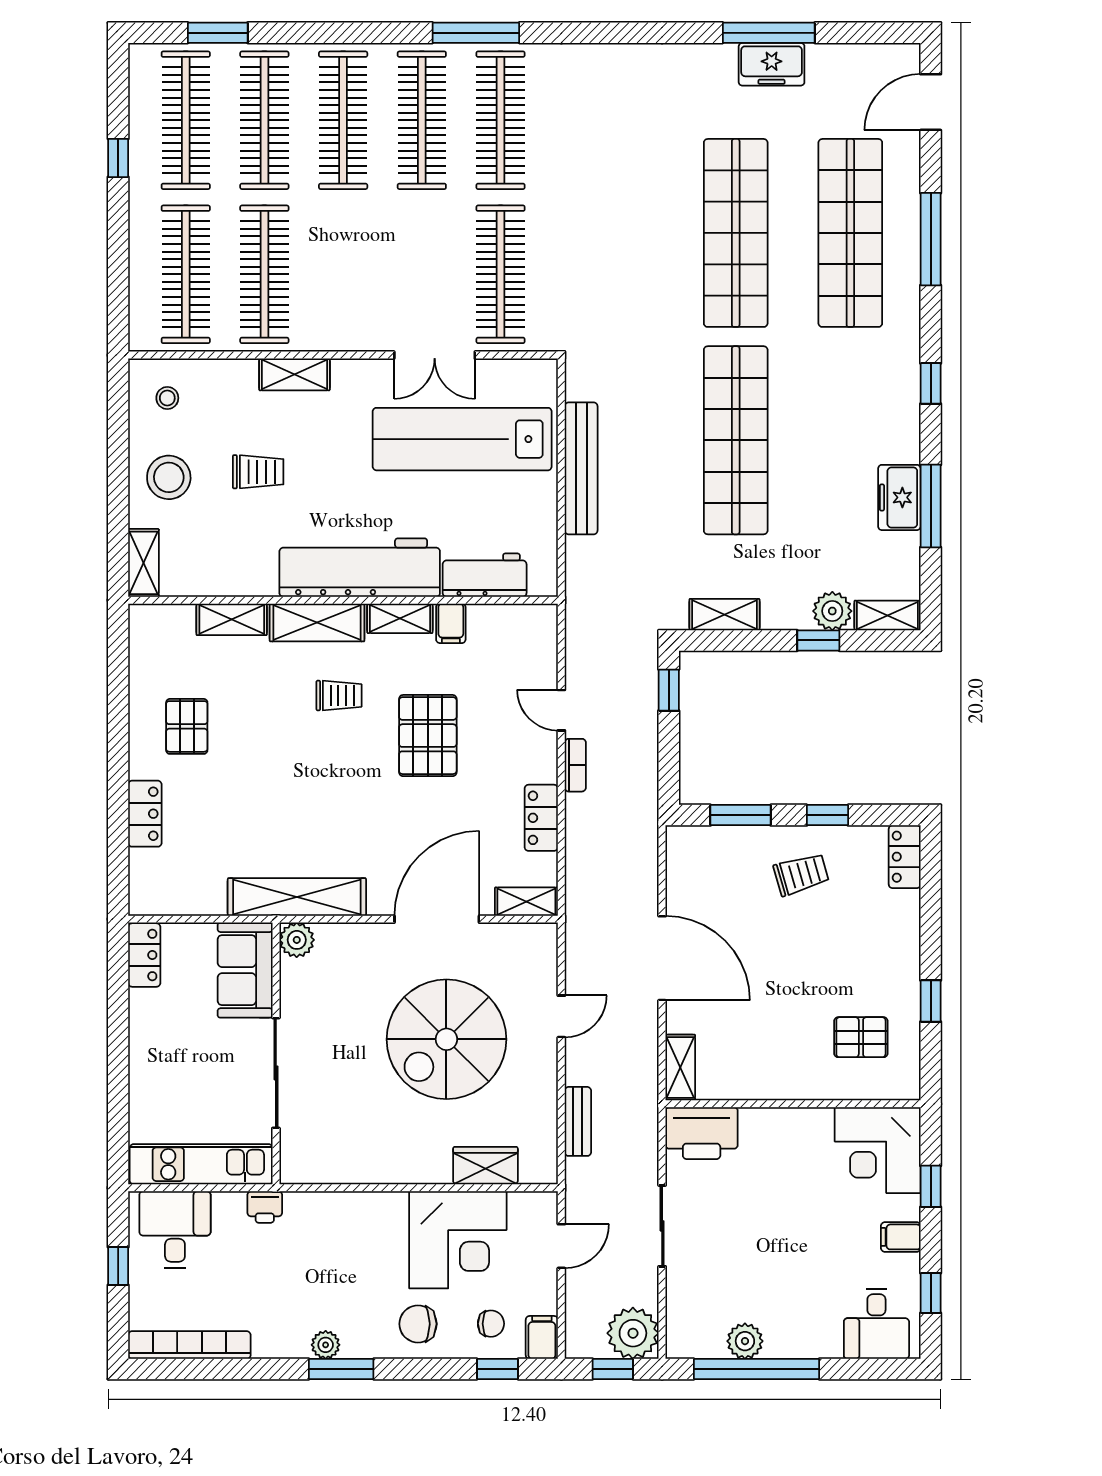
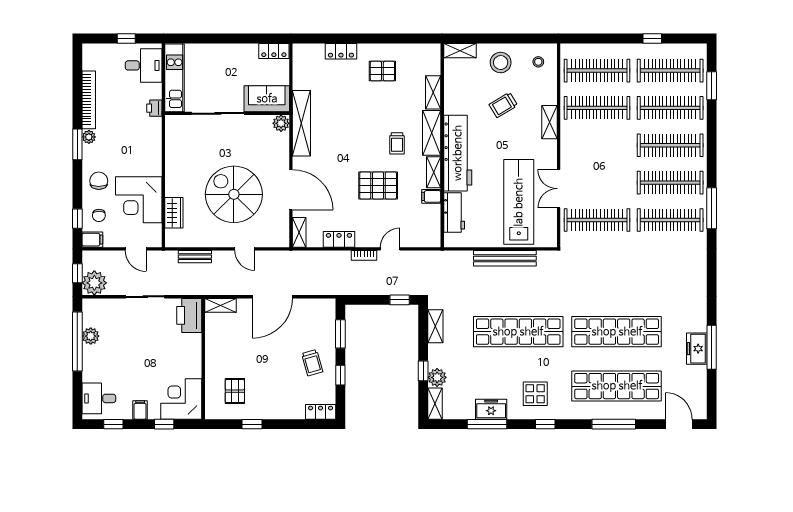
display table: (867, 404) -> (535, 394), added
trolley: (258, 472) -> (503, 105), turned 59
bookcase: (189, 1345) -> (89, 100), moved

